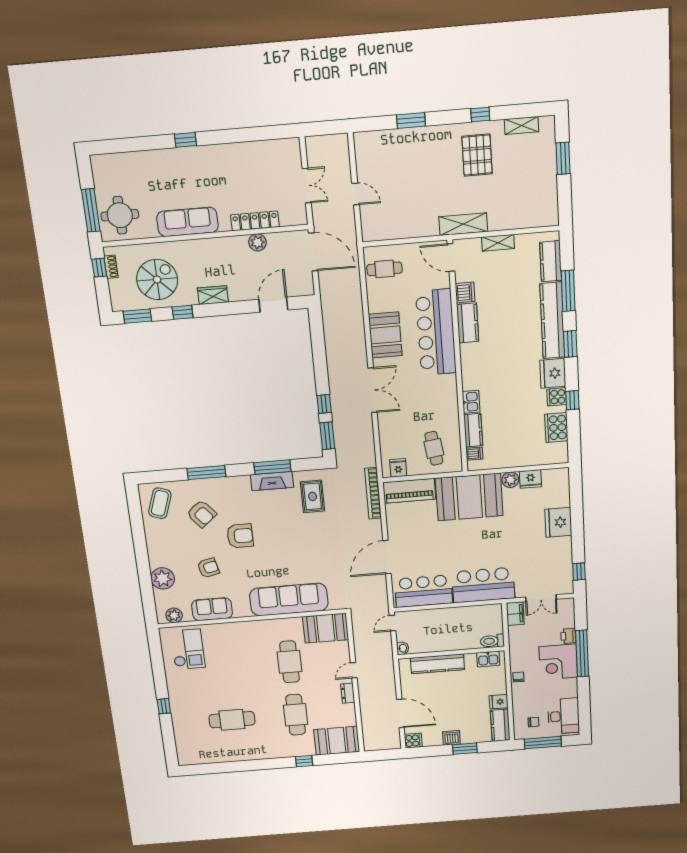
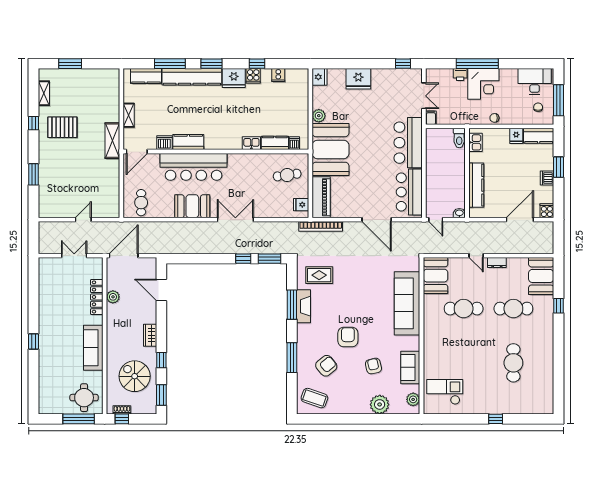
cooker: (556, 428) -> (278, 75), width x0.53, depth x0.76
fridge: (531, 479) -> (319, 77), moved
filing cabinet: (515, 614) -> (431, 118), width x0.50

